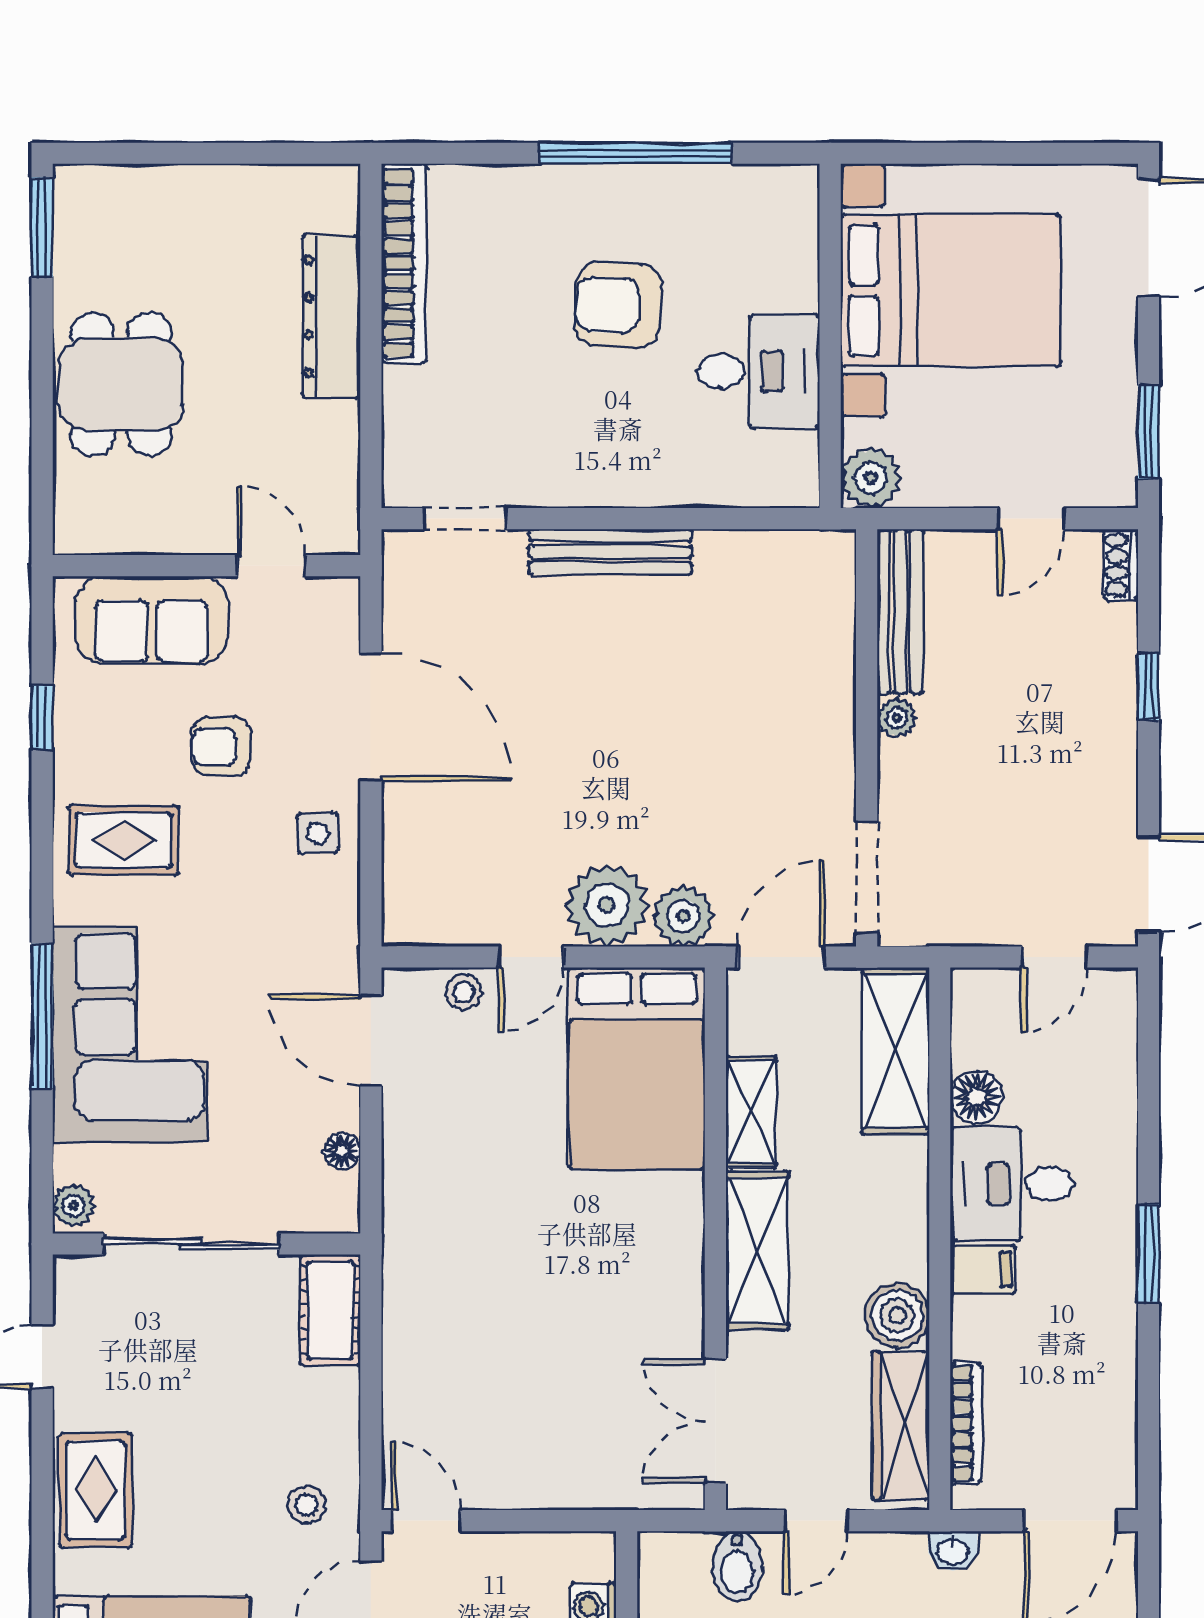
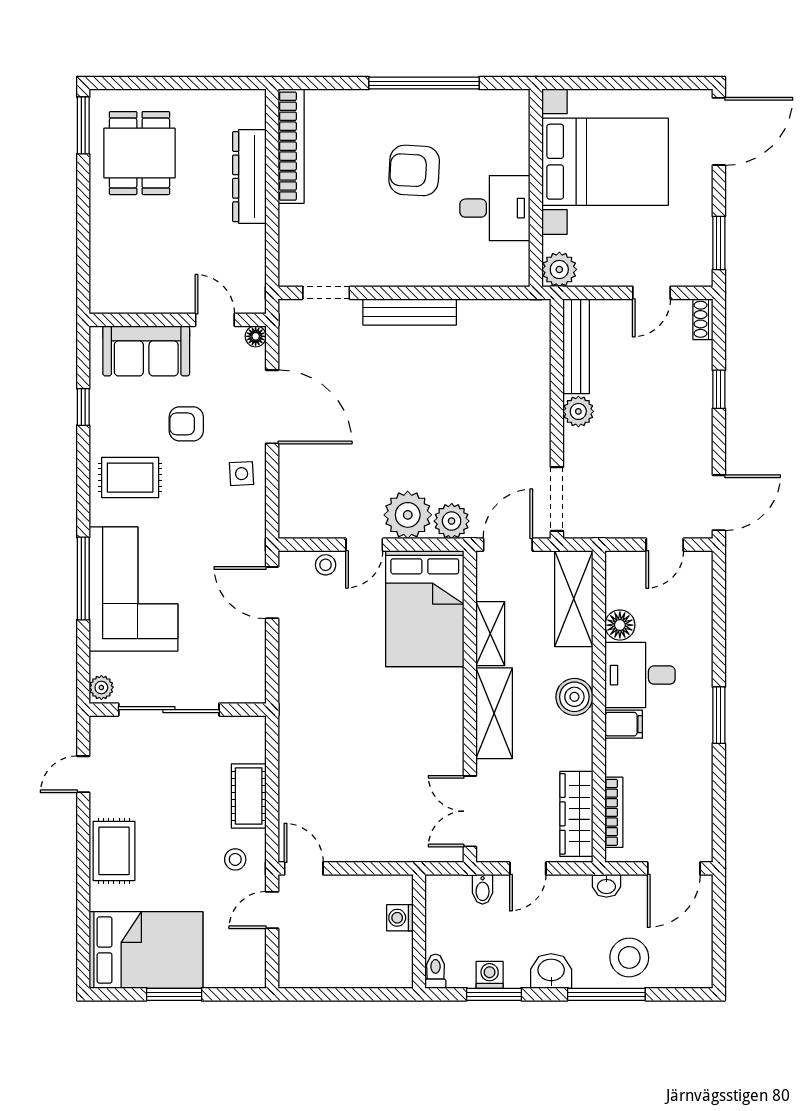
dining table: (121, 384) -> (139, 153), moved
plant: (897, 718) -> (578, 411), width x1.38, depth x1.38
floor lamp: (342, 1151) -> (256, 336), moved
cot: (330, 1310) -> (249, 796), moved
boiler: (897, 1315) -> (574, 697), moved
bidet: (737, 1566) -> (483, 889), width x0.72, depth x0.74

